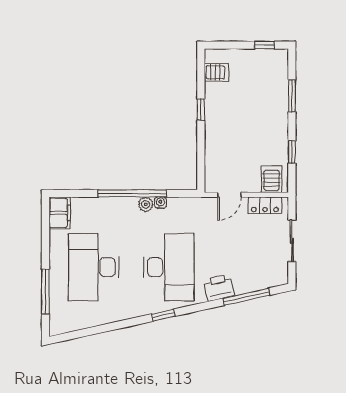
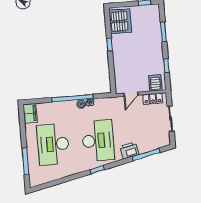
server rack: (216, 72) -> (120, 21), width x2.18, depth x1.44

